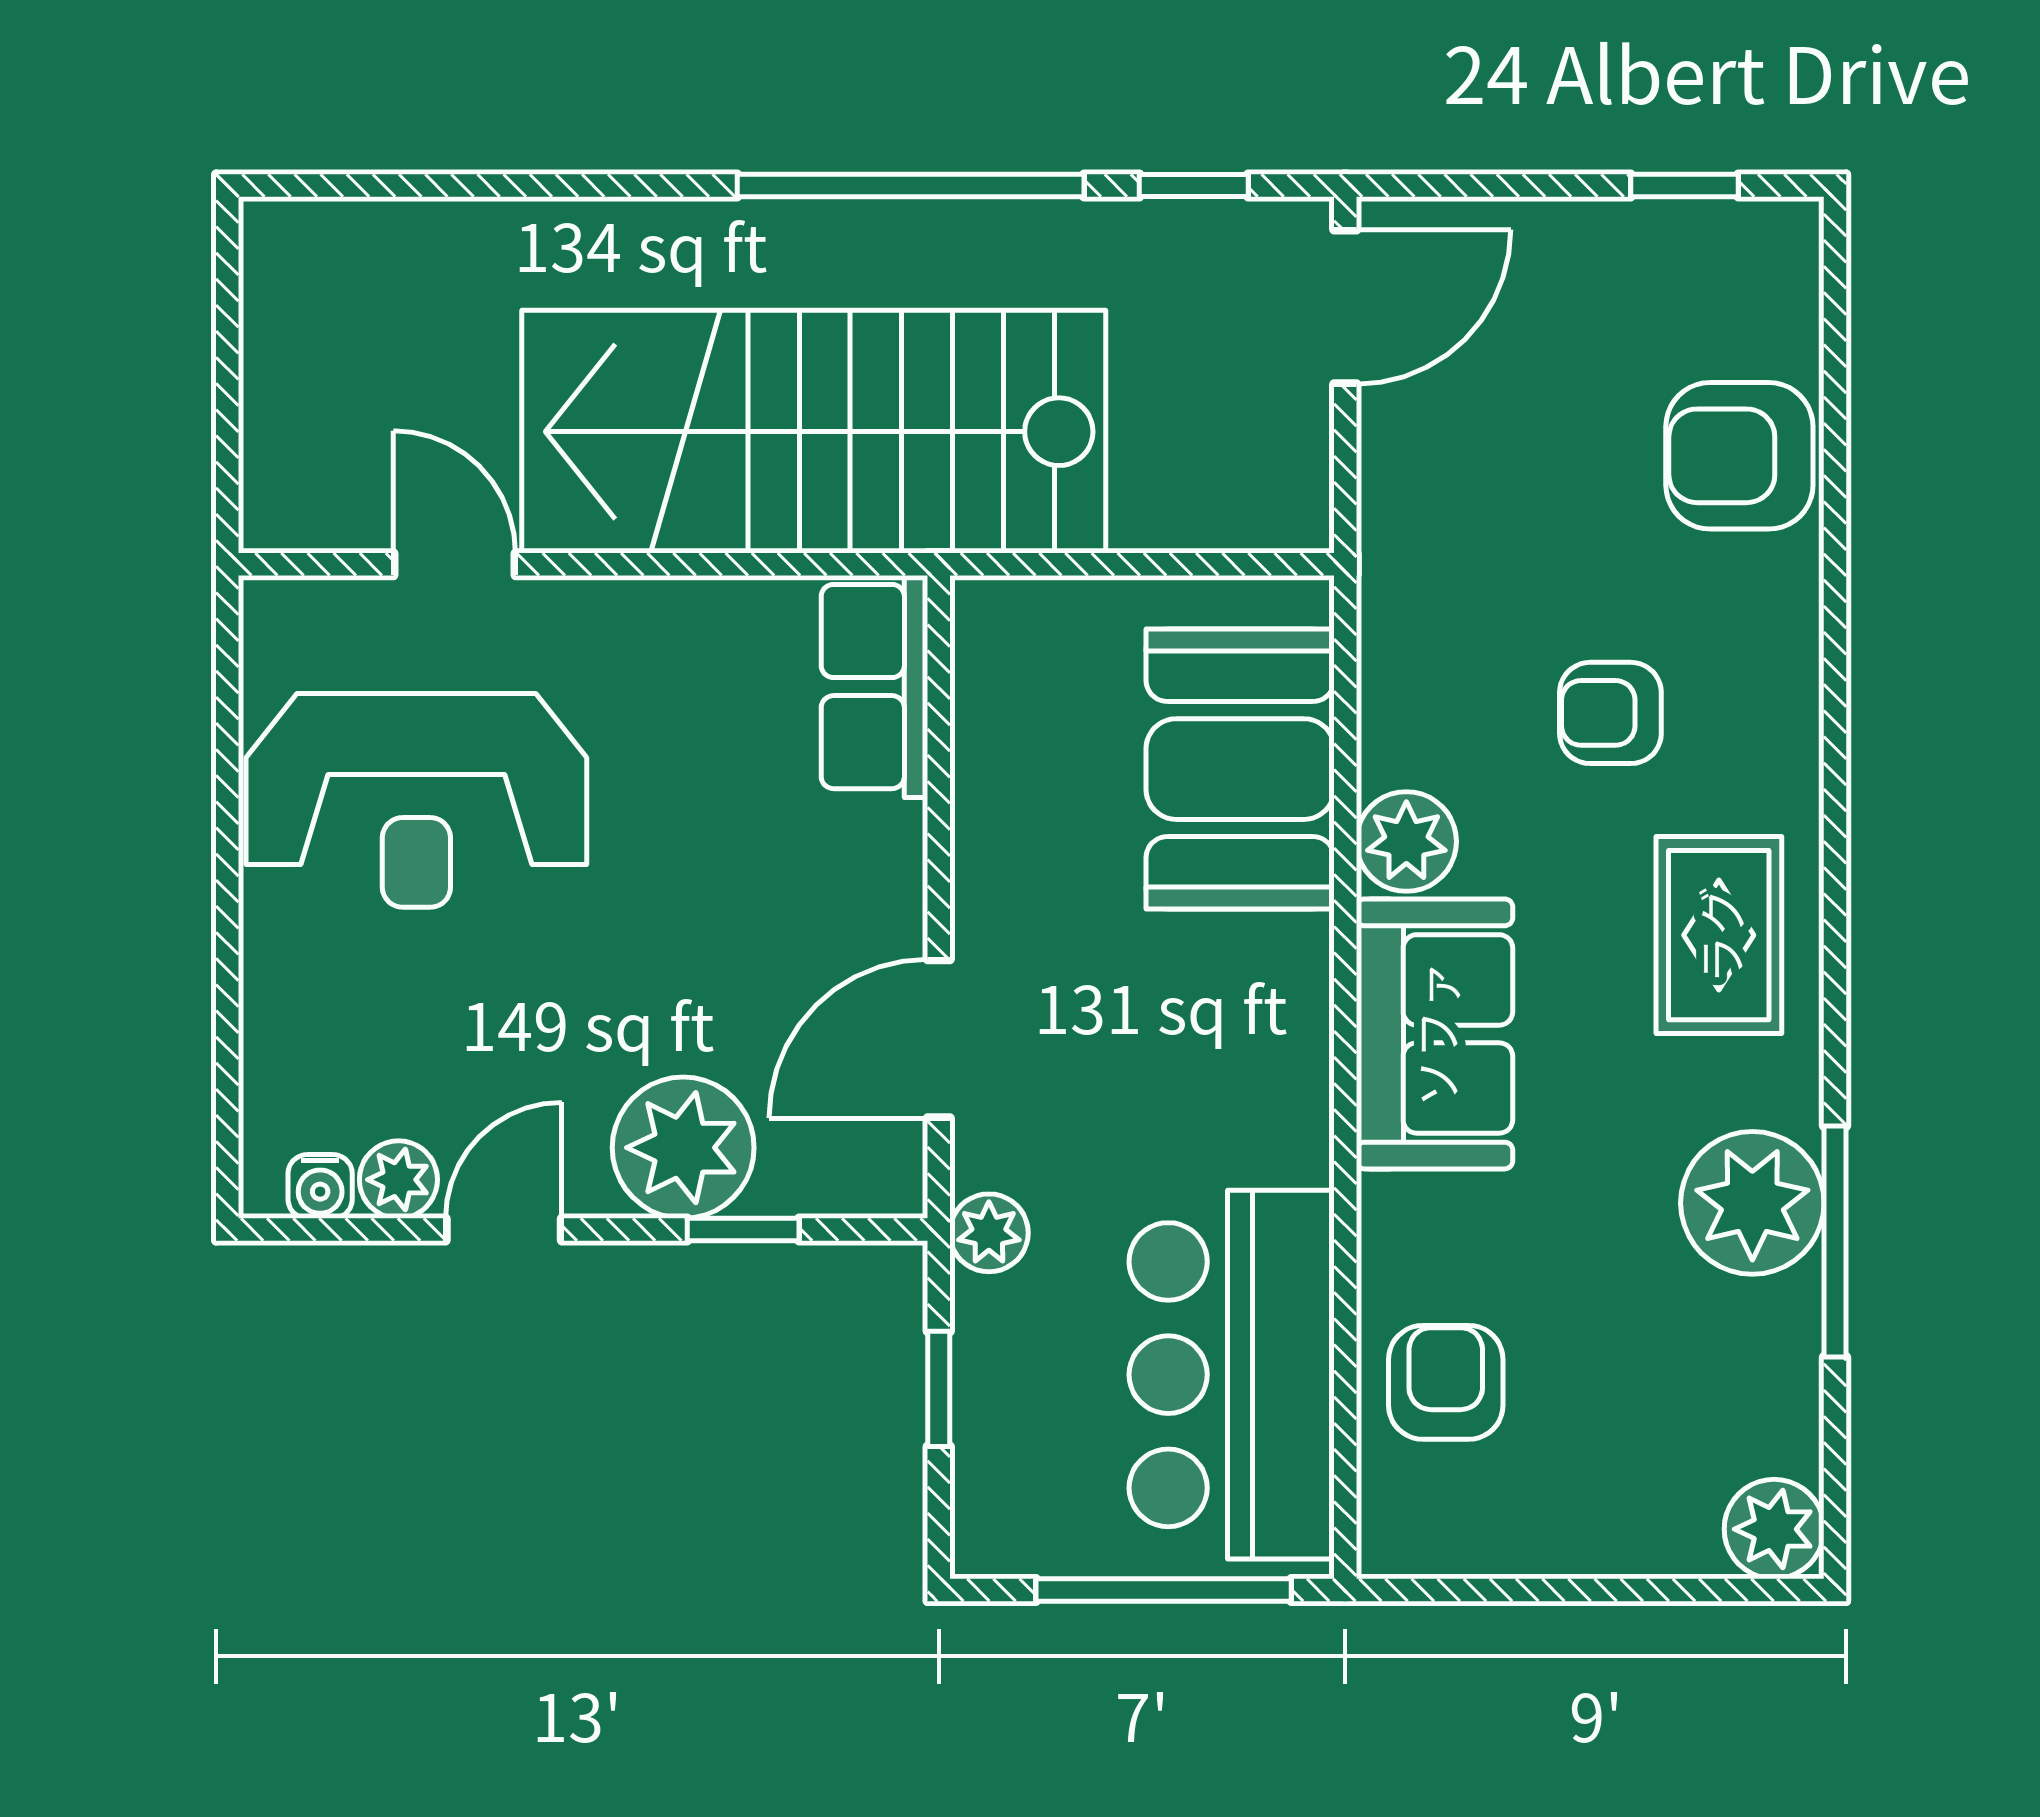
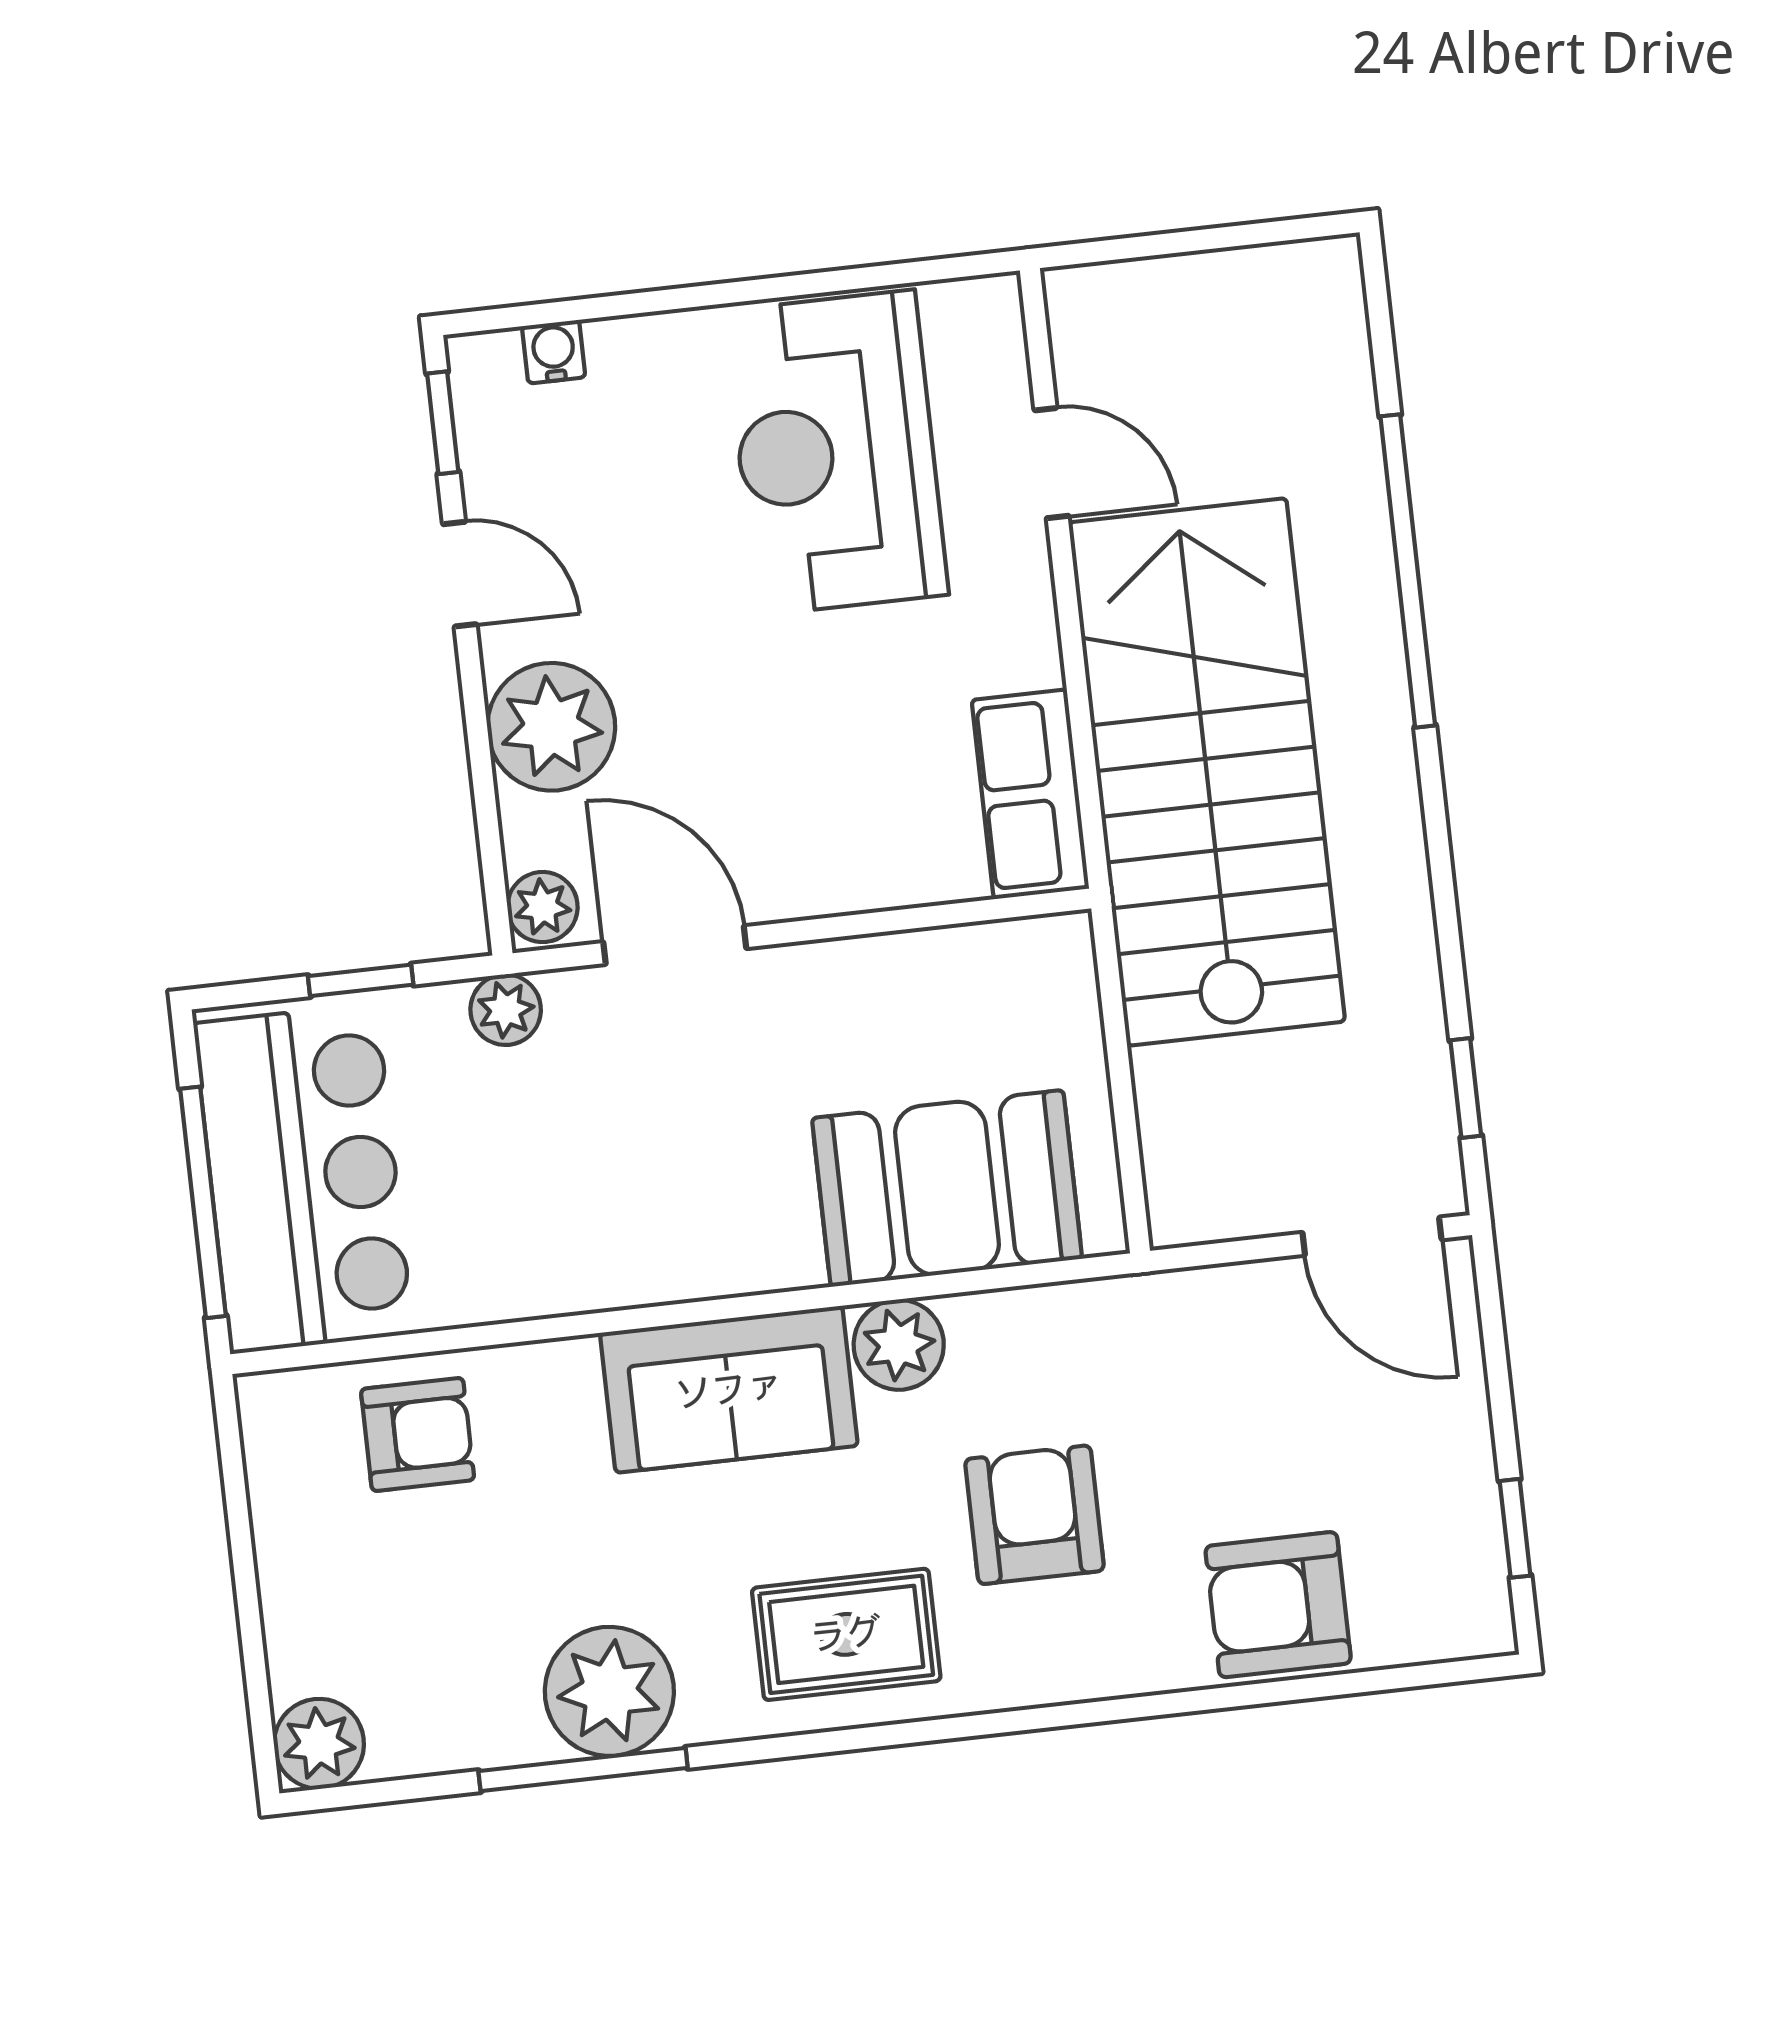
window: (911, 185) -> (1408, 571), moved
armchair: (1739, 456) -> (1278, 1605), turned -90
door: (454, 564) -> (1052, 463), hinge flipped
row of seats: (874, 687) -> (1030, 794), moved, turned -90
armchair: (1610, 713) -> (1035, 1515), width x1.38, depth x1.38
plant: (398, 1180) -> (543, 907), moved
water cooler: (320, 1186) -> (554, 352), moved, turned 90
window: (743, 1230) -> (443, 423), moved
bar counter: (1232, 1375) -> (303, 1178), moved, turned 90

